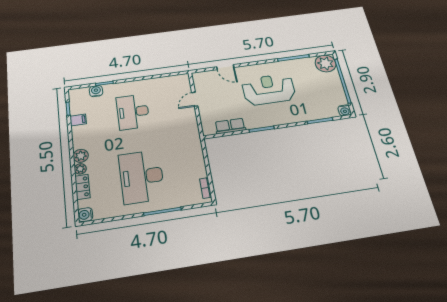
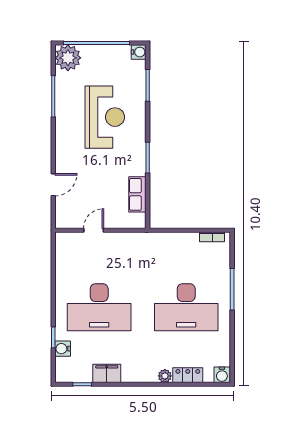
reception desk: (269, 89) -> (105, 117), moved, turned 180
door: (195, 99) -> (94, 230), swing flipped
desk: (133, 112) -> (99, 307), width x1.36, depth x1.30
filing cabinet: (78, 120) -> (107, 373), width x2.00
plant: (81, 156) -> (148, 374), removed

